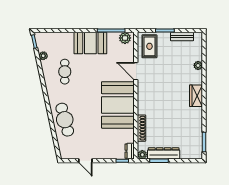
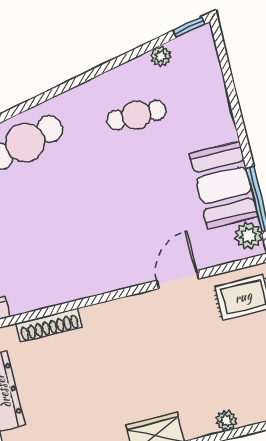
booth: (90, 43) -> (224, 185), moved
booth: (118, 105) -> (89, 257), removed

